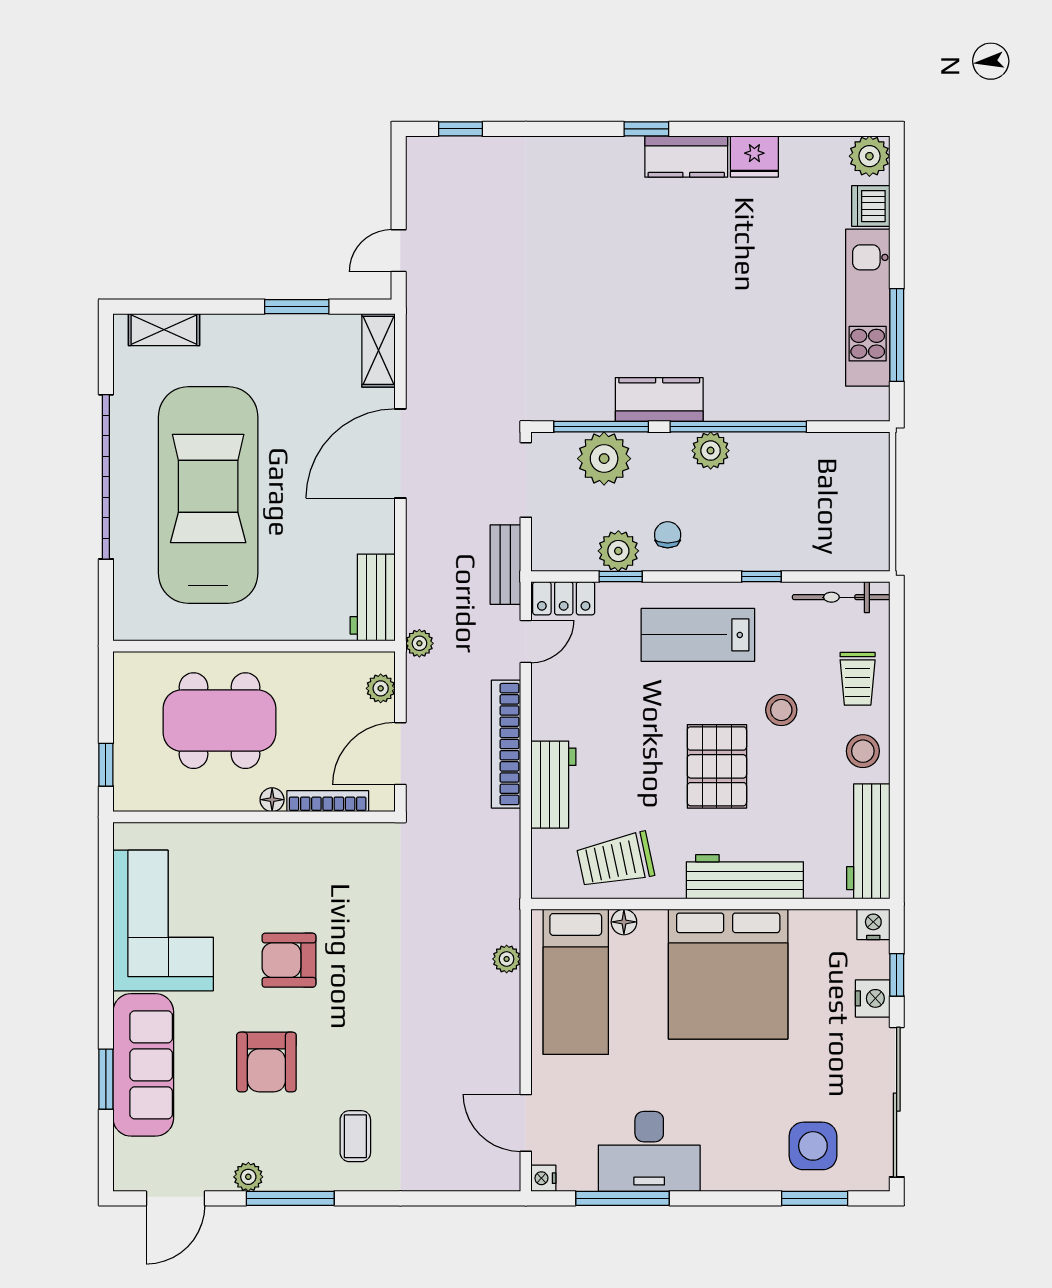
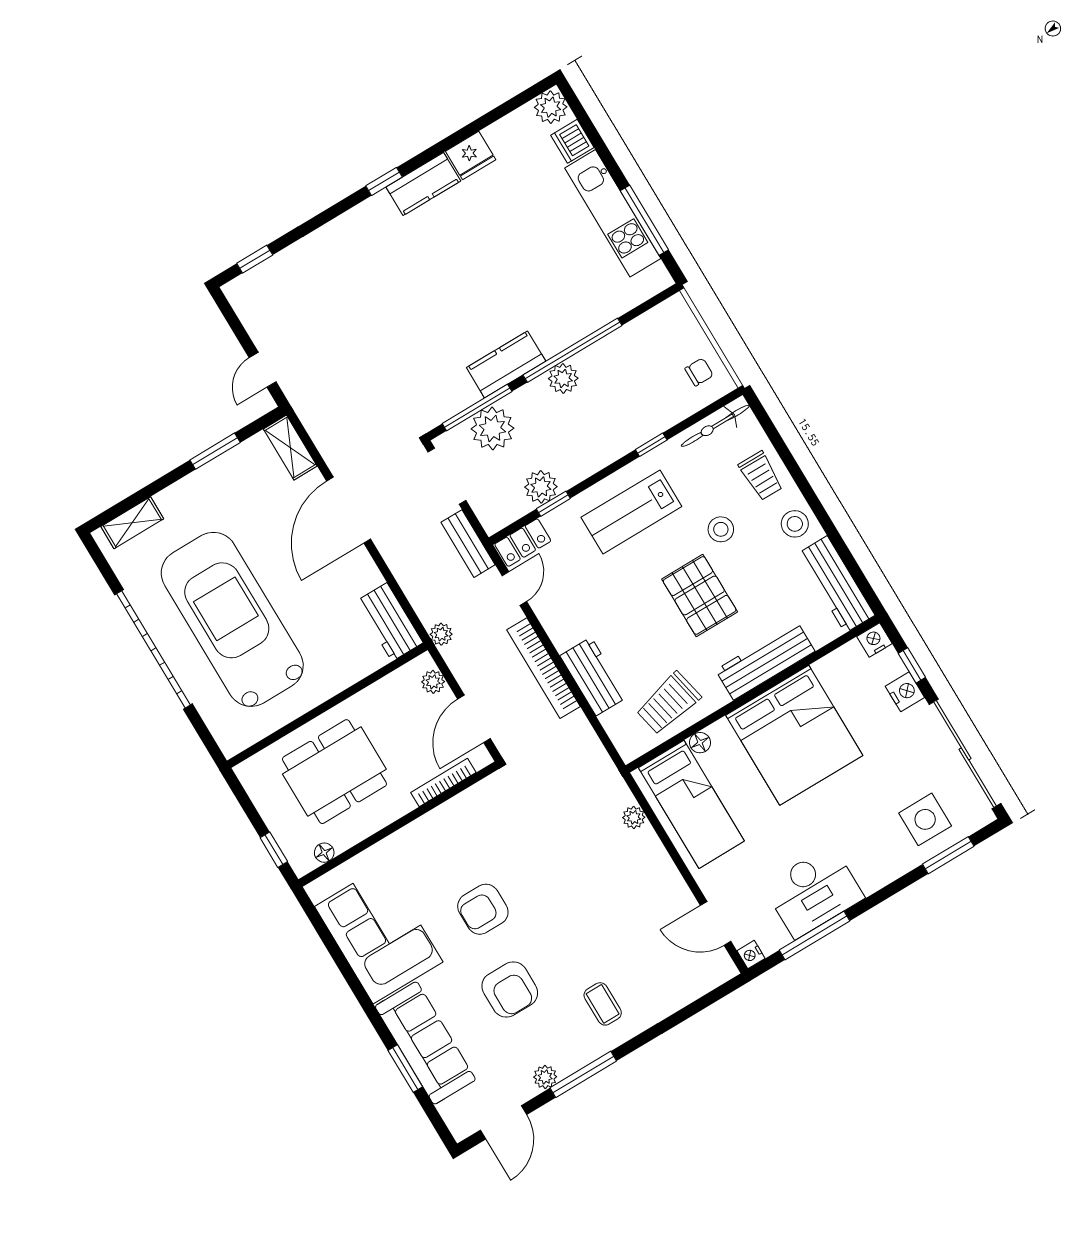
chair: (668, 535) -> (699, 372), moved, turned 90
floor lamp: (272, 800) -> (324, 853), moved

